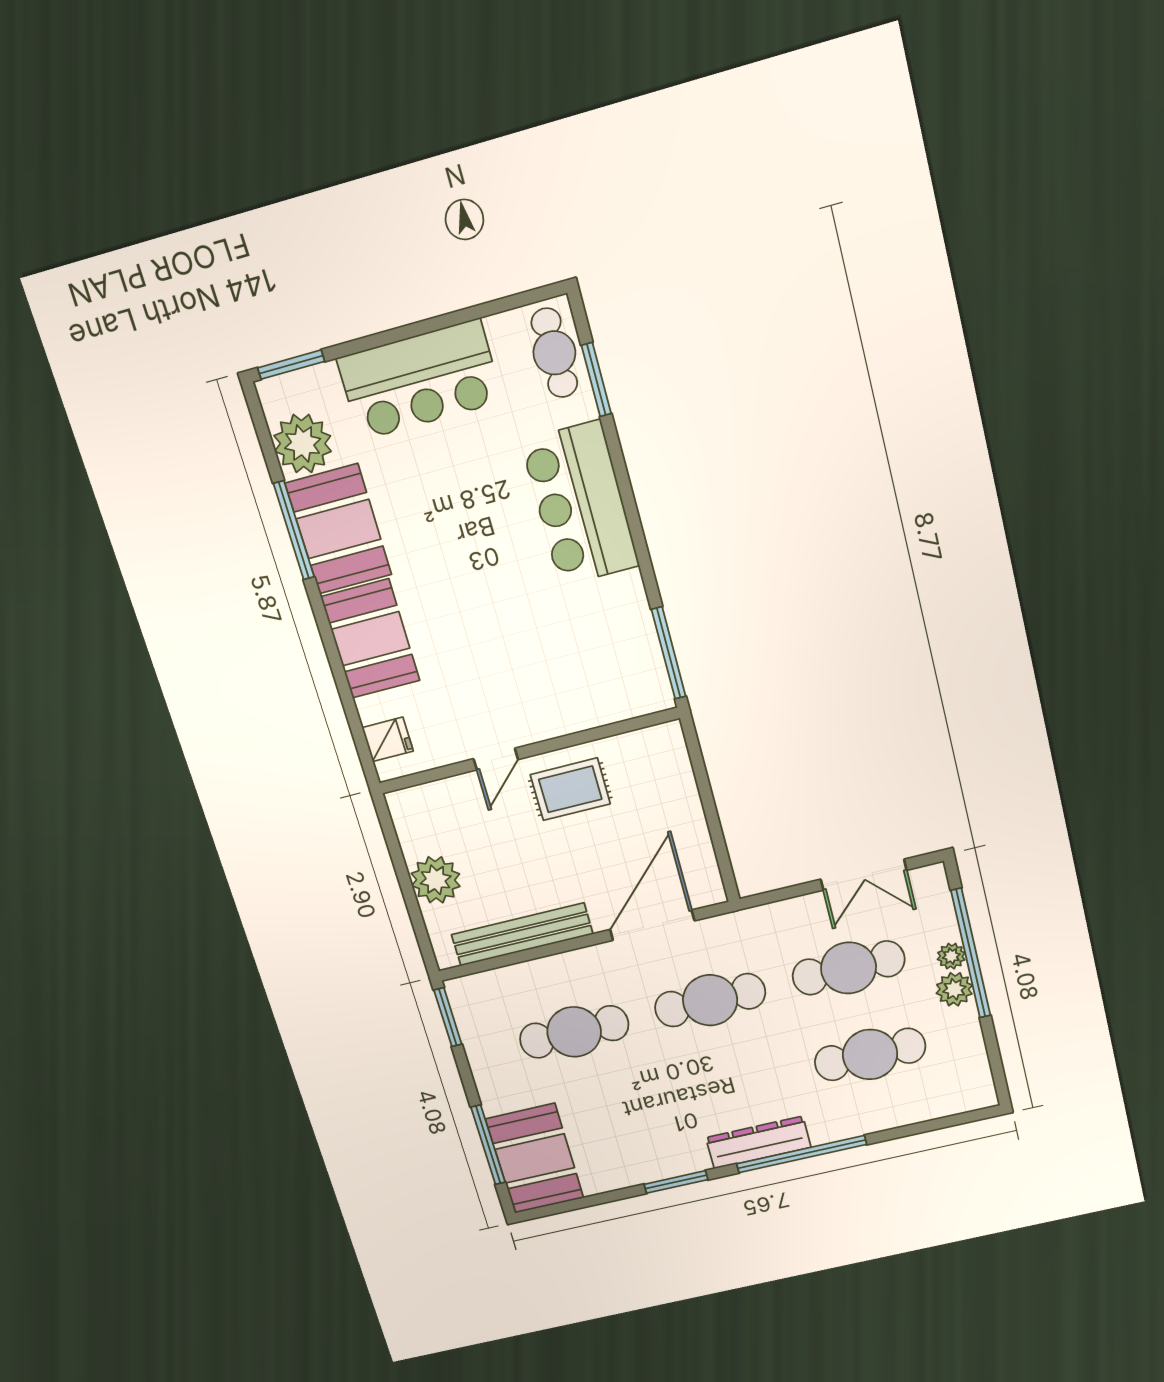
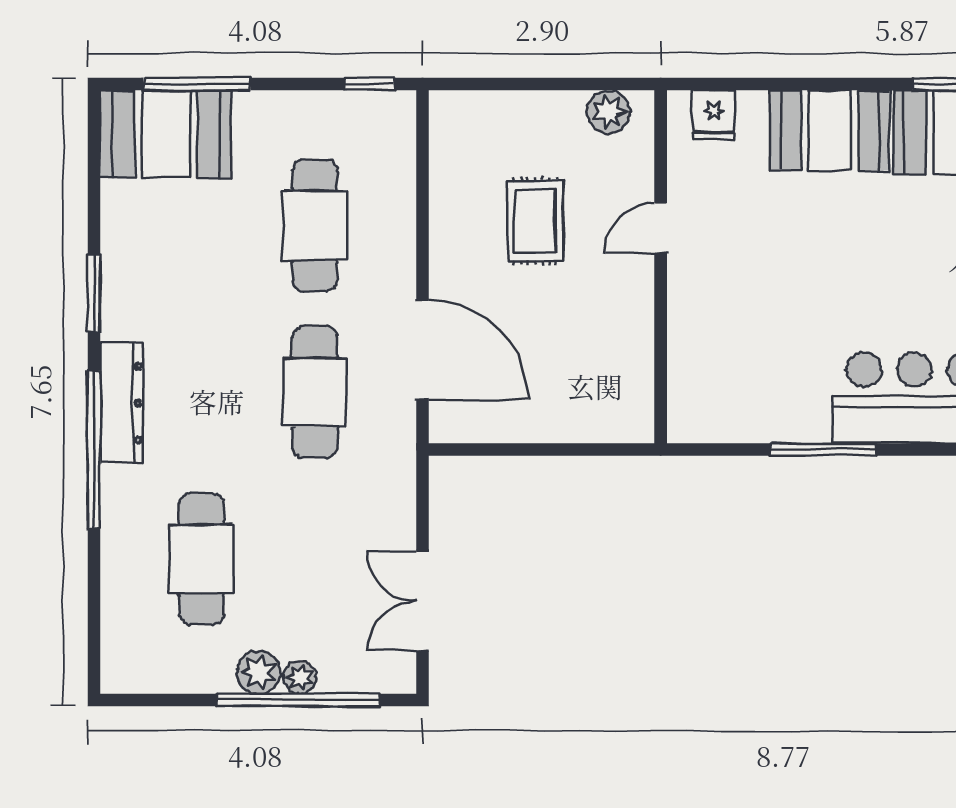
window: (669, 653) -> (823, 450), moved
door: (496, 759) -> (661, 228), hinge flipped
rug: (570, 789) -> (535, 221), moved
plant: (436, 880) -> (609, 112), moved, width x0.73, depth x0.73
bench: (522, 934) -> (449, 199), removed
cafe table: (849, 968) -> (315, 559), removed
window: (448, 1017) -> (370, 84), width x0.67

